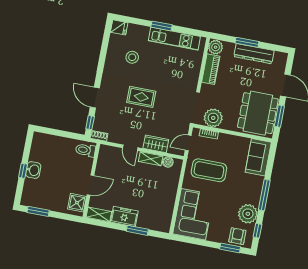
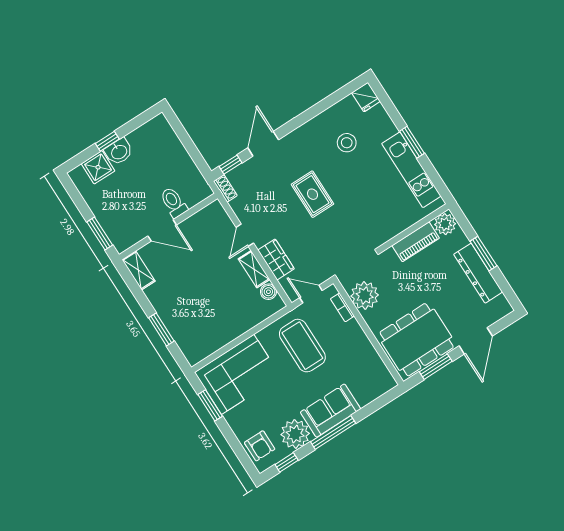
toilet: (85, 150) -> (174, 202), moved
sofa: (258, 157) -> (331, 411), moved
shower: (77, 203) -> (98, 167), moved
window: (38, 211) -> (100, 233), moved
freezer: (124, 216) -> (163, 301), removed
armchair: (237, 236) -> (260, 446), turned 90
window: (230, 248) -> (210, 405), moved

